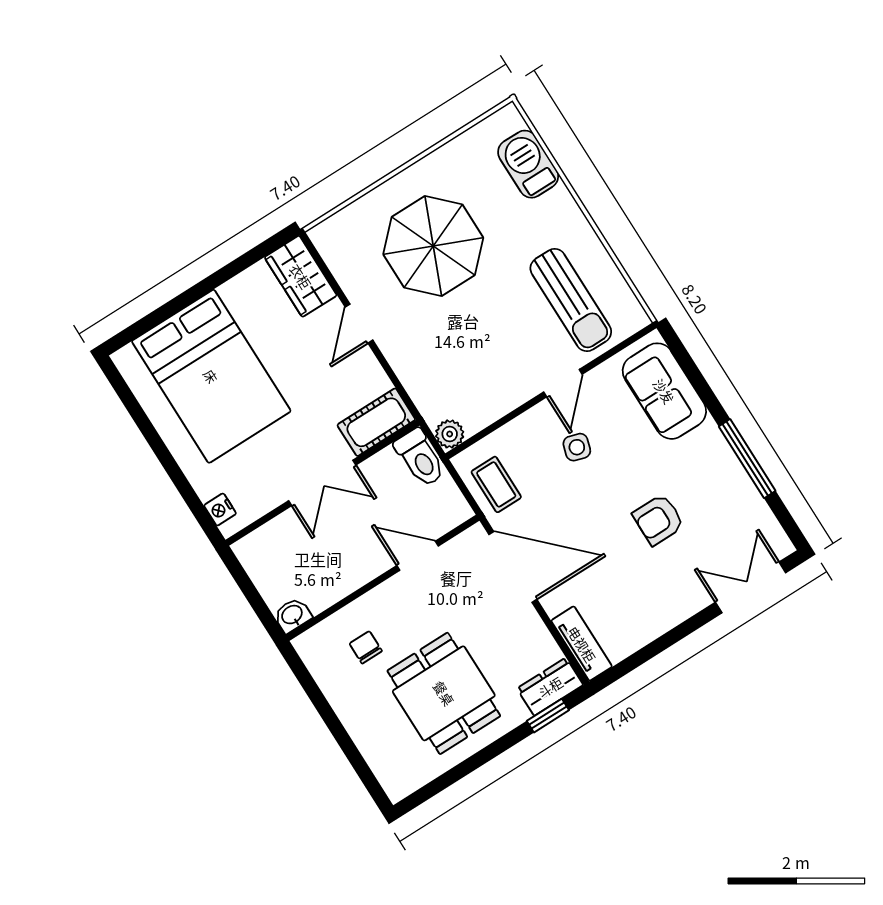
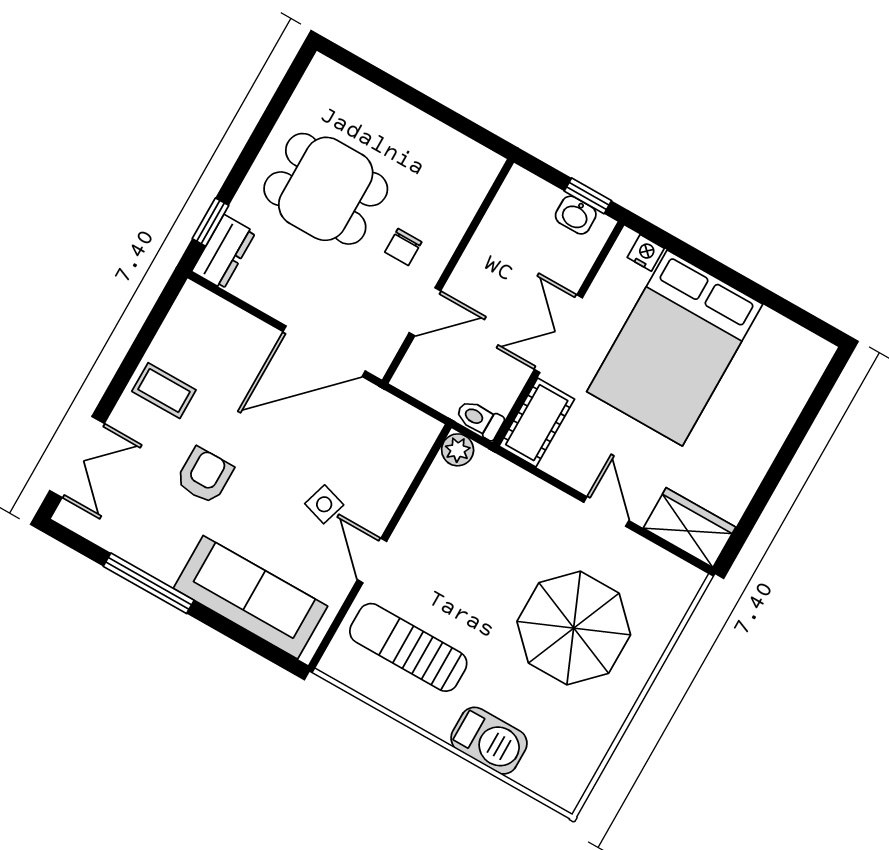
barbecue: (528, 164) -> (489, 741), moved
bed: (211, 376) -> (675, 348), moved, turned -90
sofa: (664, 391) -> (250, 597), width x1.36
toilet: (420, 458) -> (479, 419), width x0.73, depth x0.72
coffee table: (496, 484) -> (164, 391), moved
window: (242, 578) -> (588, 196), added
washbasin: (292, 615) -> (576, 215), moved, turned 90
tv unit: (582, 644) -> (215, 312), removed
chair: (366, 647) -> (403, 247), moved, turned 90

